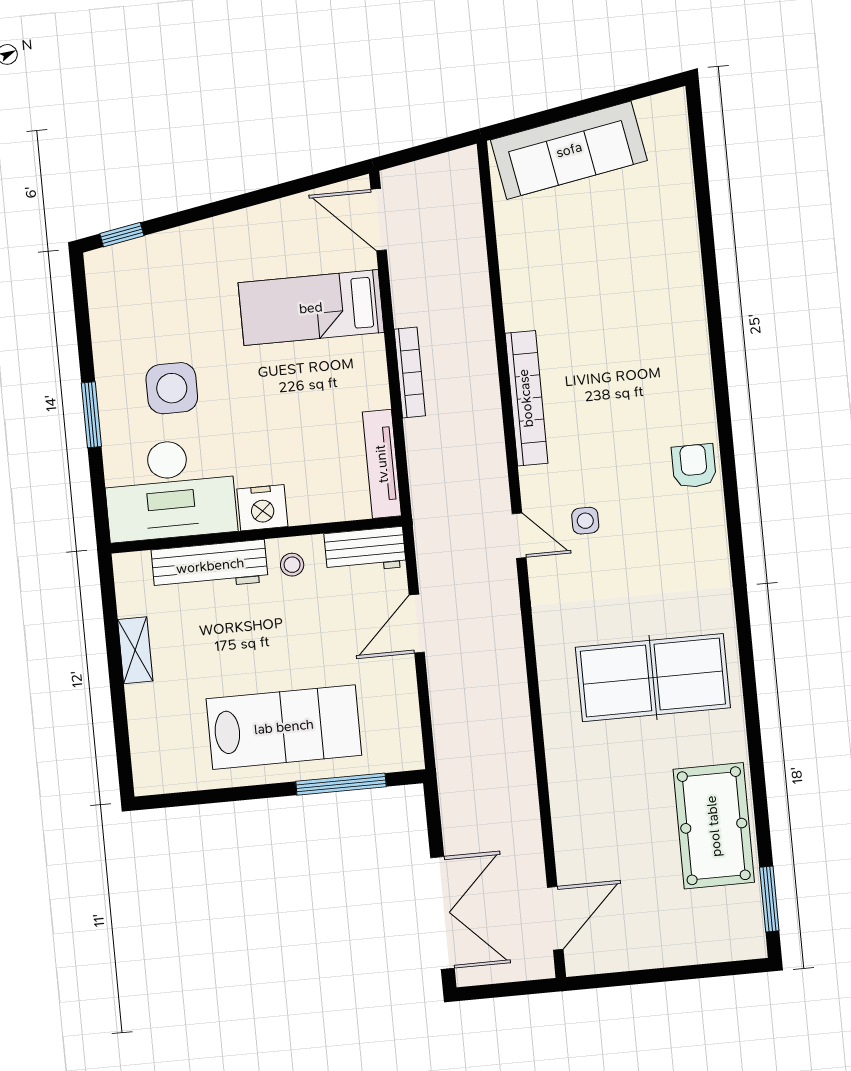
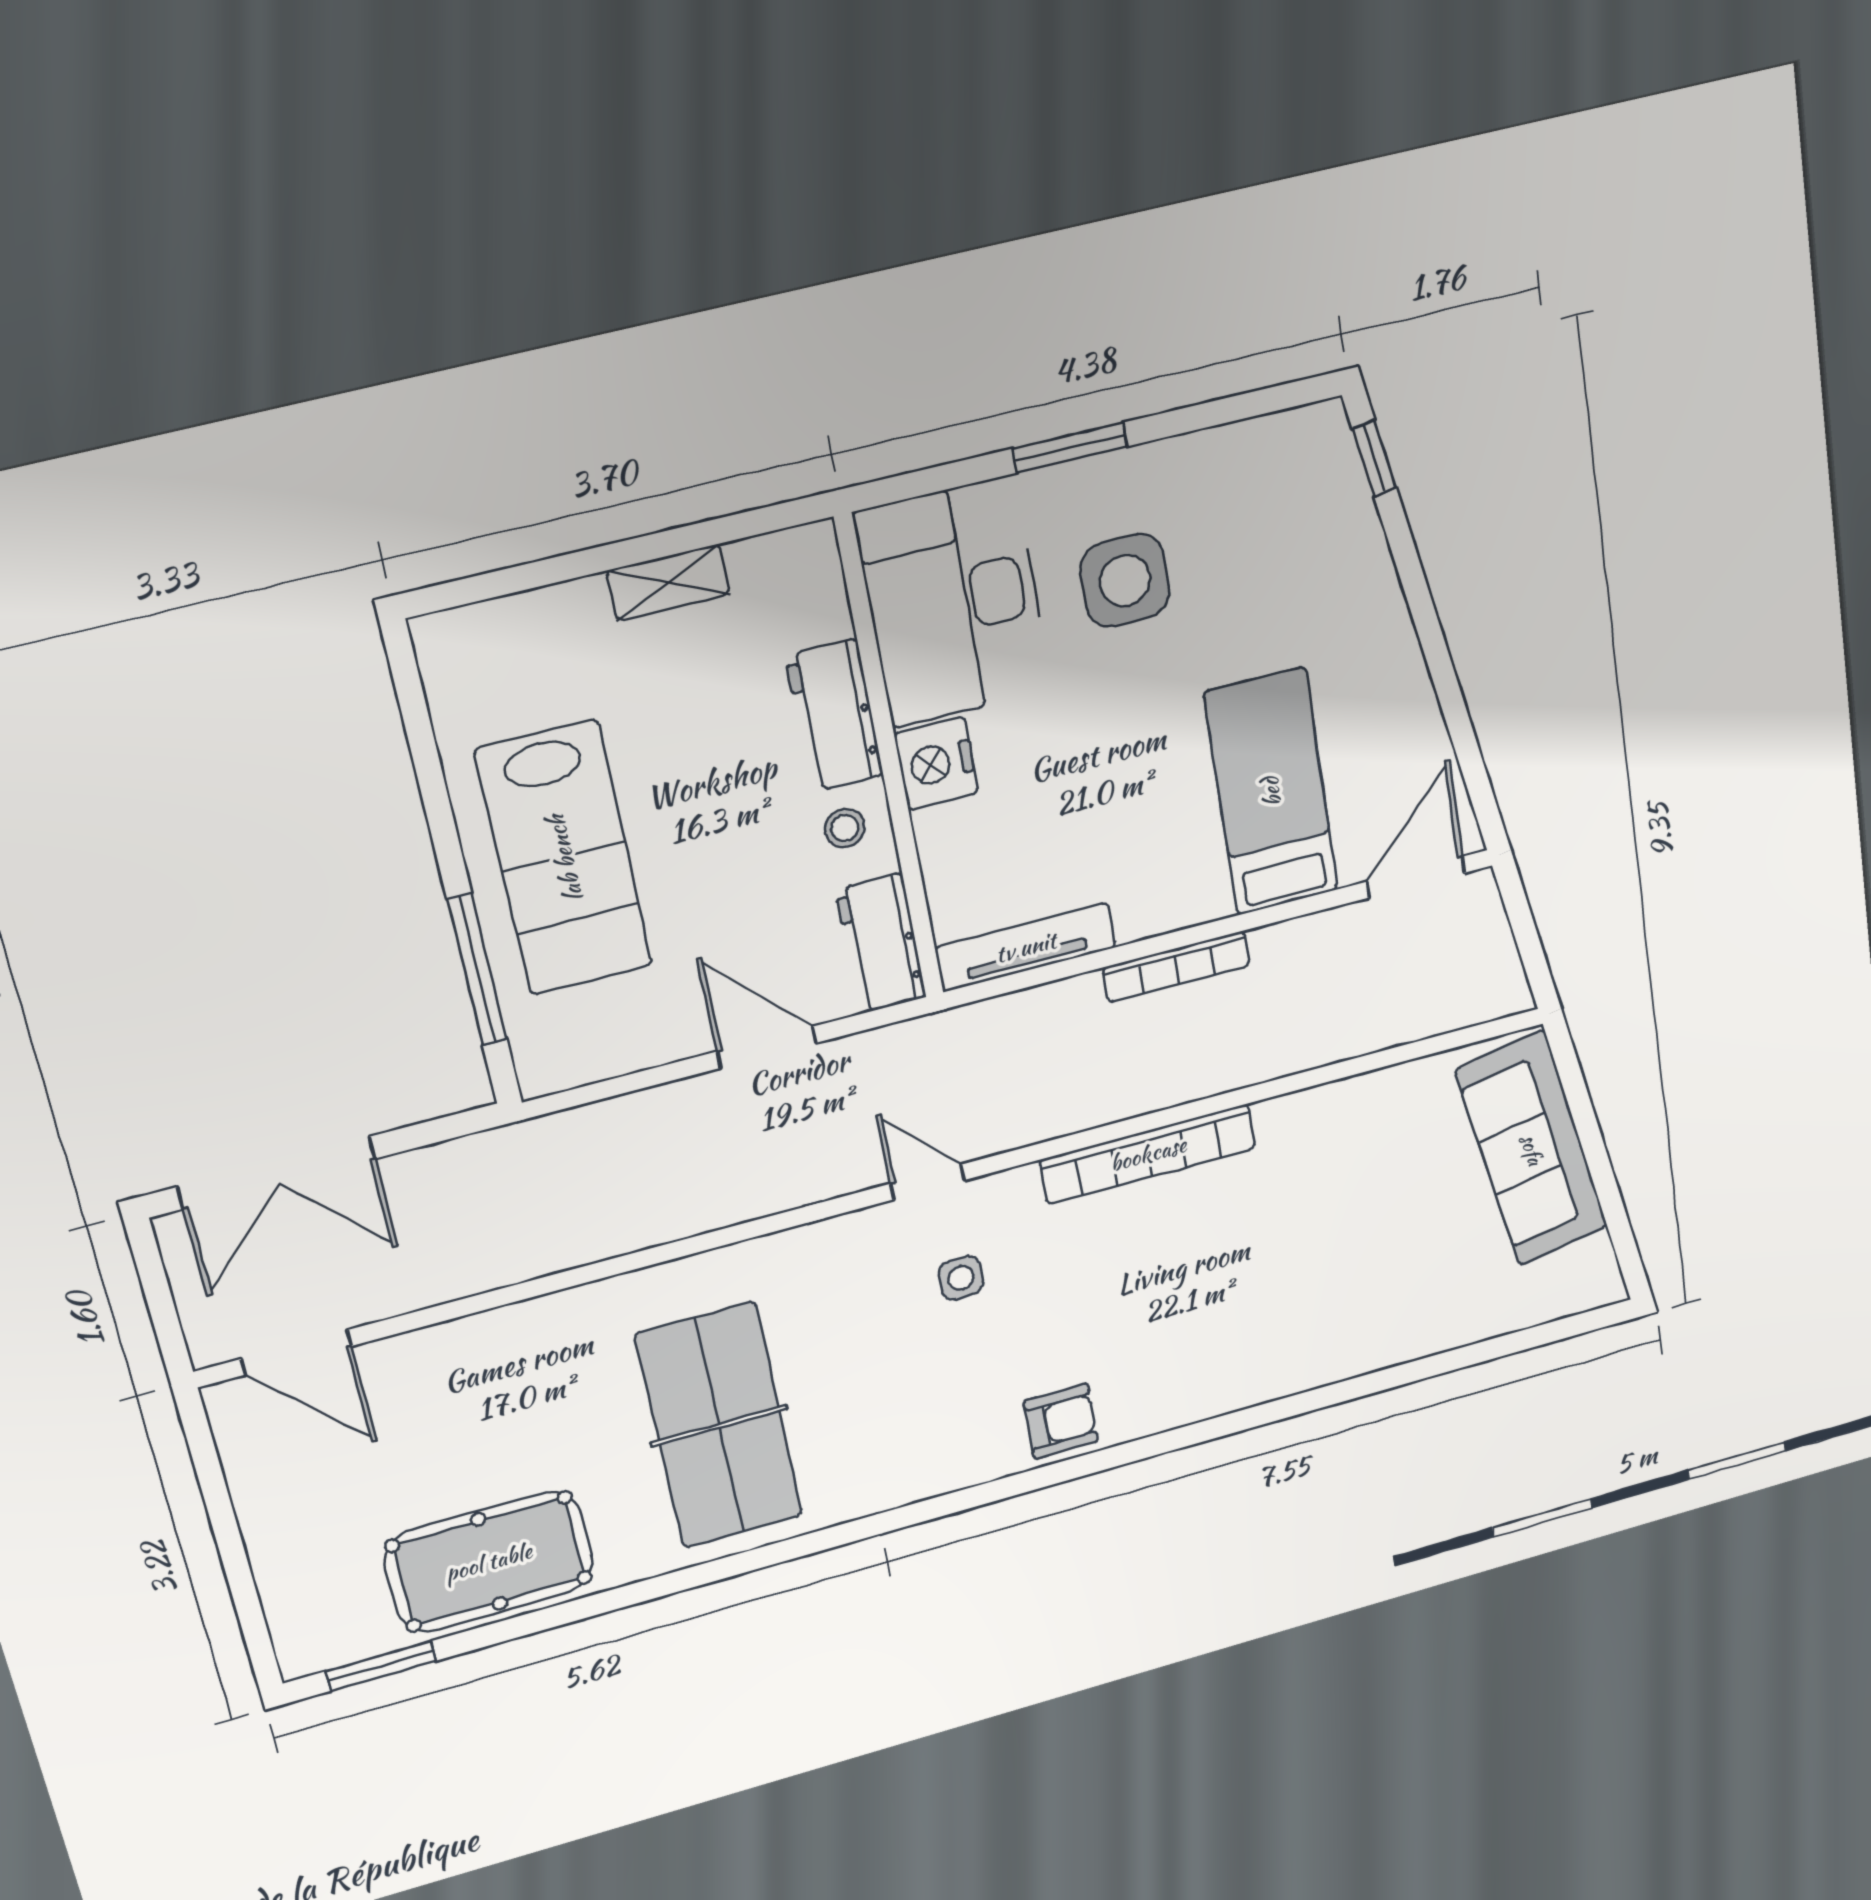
door: (519, 536) -> (928, 1182), swing flipped
workbench: (210, 566) -> (834, 716), width x0.73

